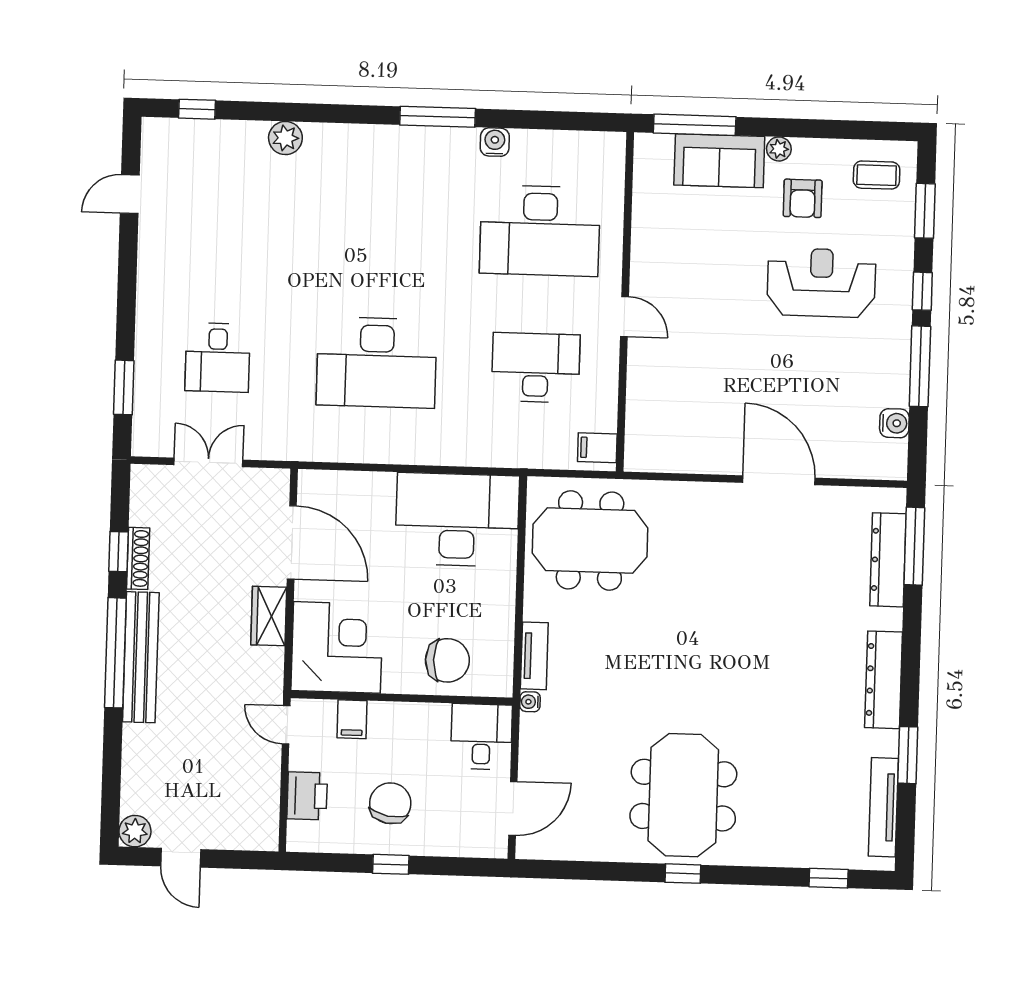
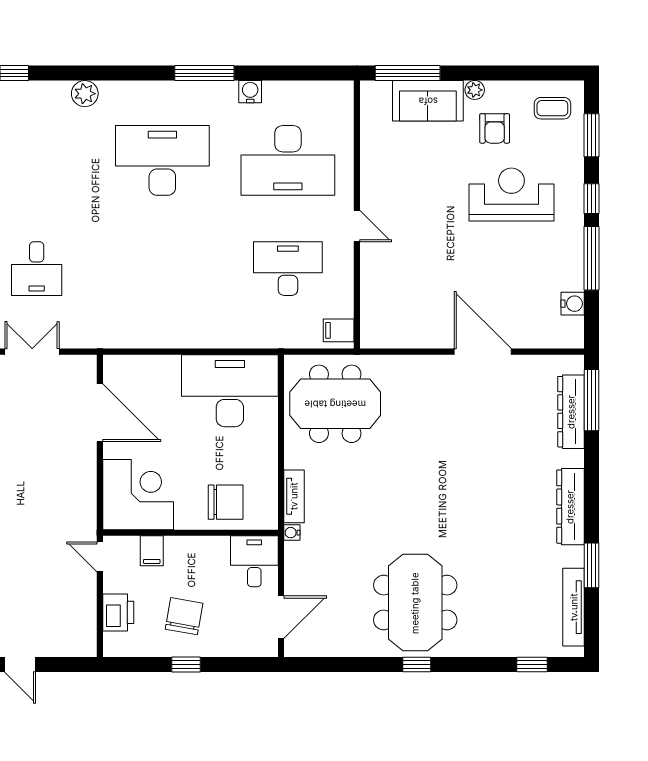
desk: (377, 363) -> (162, 160), moved, turned 180
wardrobe: (269, 616) -> (83, 471), removed

